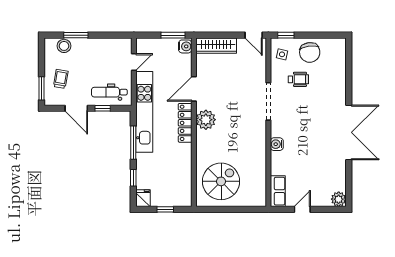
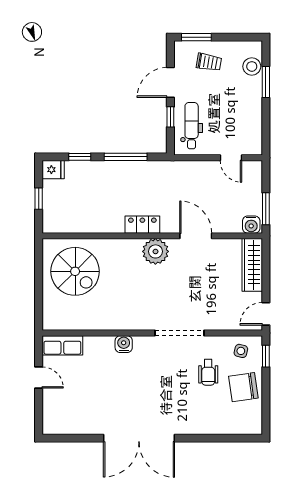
kitchen unit: (144, 112) -> (166, 171), removed
locker: (185, 123) -> (142, 225), width x0.66
plant: (339, 199) -> (52, 425), removed

